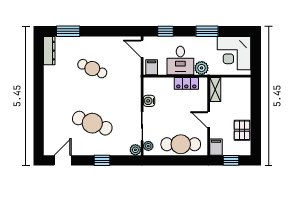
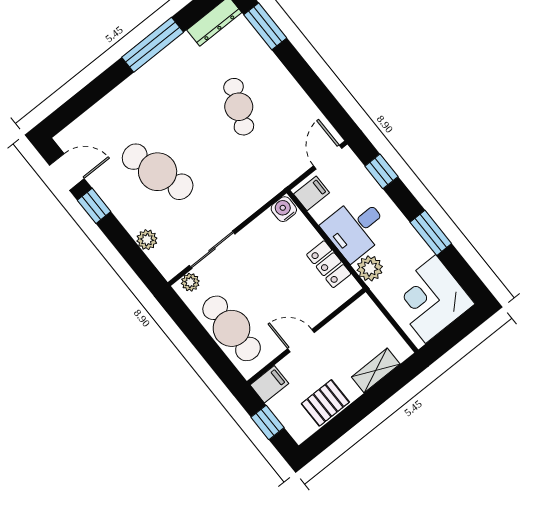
window: (39, 84) -> (153, 45), added
shelving: (215, 89) -> (376, 370), moved
water cooler: (149, 101) -> (284, 209), moved
door: (209, 120) -> (301, 341), hinge flipped
cafe table: (92, 123) -> (158, 172), turned -39
plant: (135, 150) -> (147, 240), moved
window: (102, 160) -> (94, 206), moved

